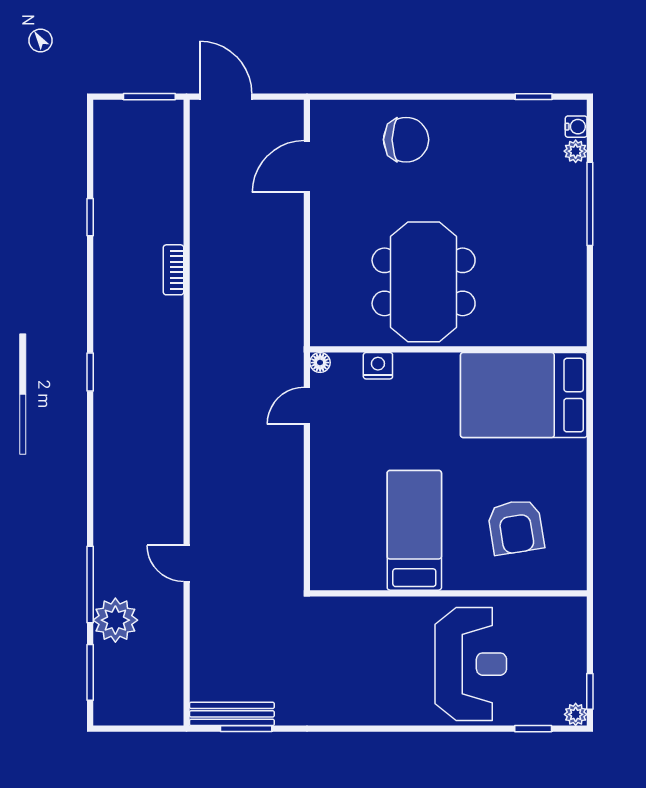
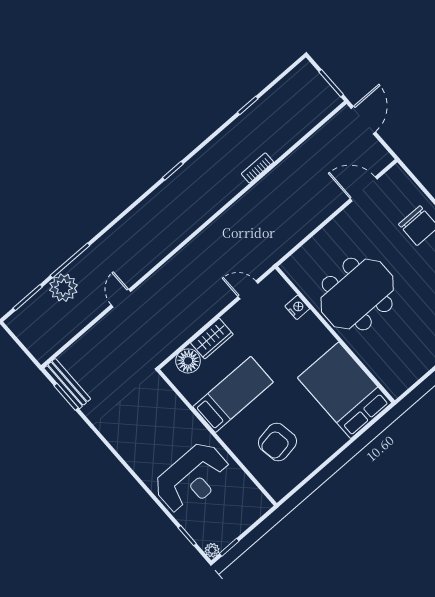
floor lamp: (320, 363) -> (188, 361), moved, width x1.89, depth x1.89
wardrobe: (327, 498) -> (212, 339), added

